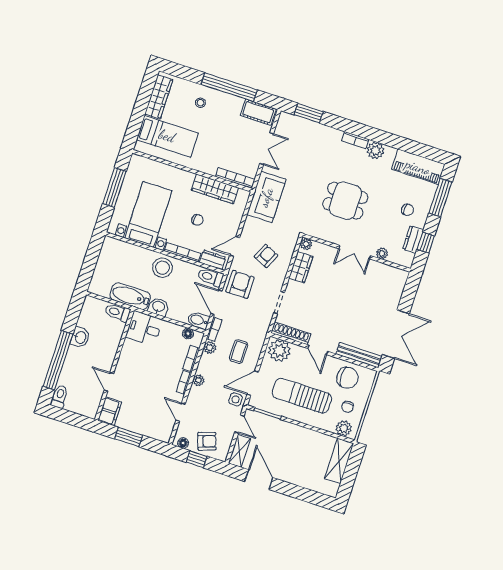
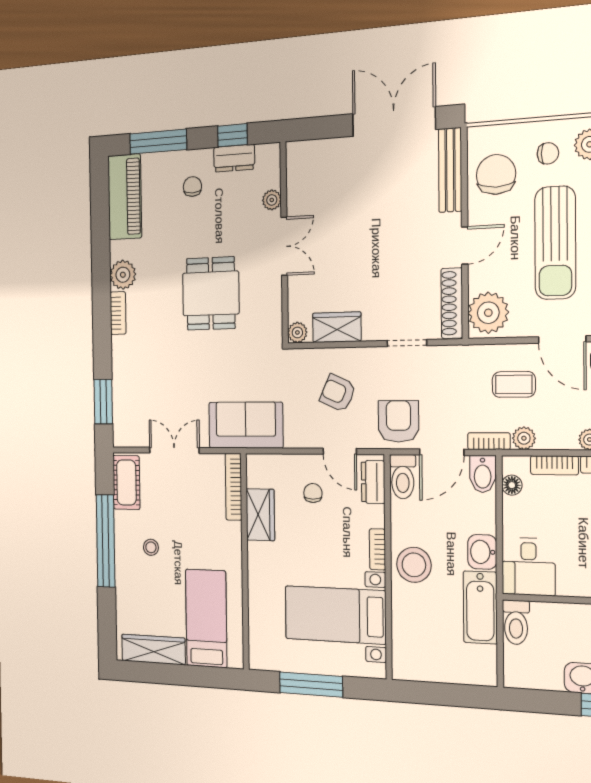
stool: (200, 103) -> (151, 547), moved
wardrobe: (215, 189) -> (260, 515), width x0.67
chair: (197, 220) -> (313, 493), moved
bookcase: (182, 252) -> (377, 549), width x0.64
armchair: (240, 284) -> (398, 421), turned 90

